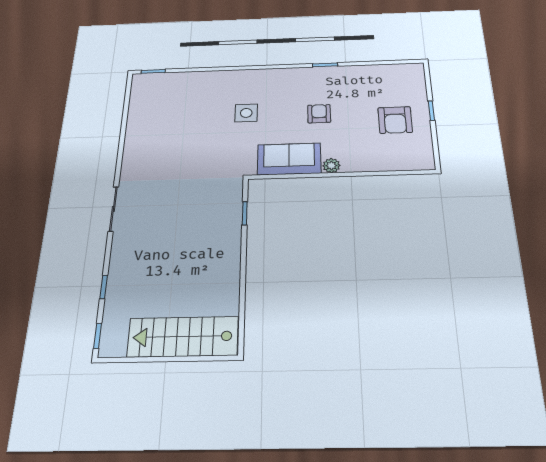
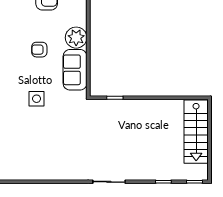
plant: (331, 166) -> (76, 38), width x1.87, depth x1.87

